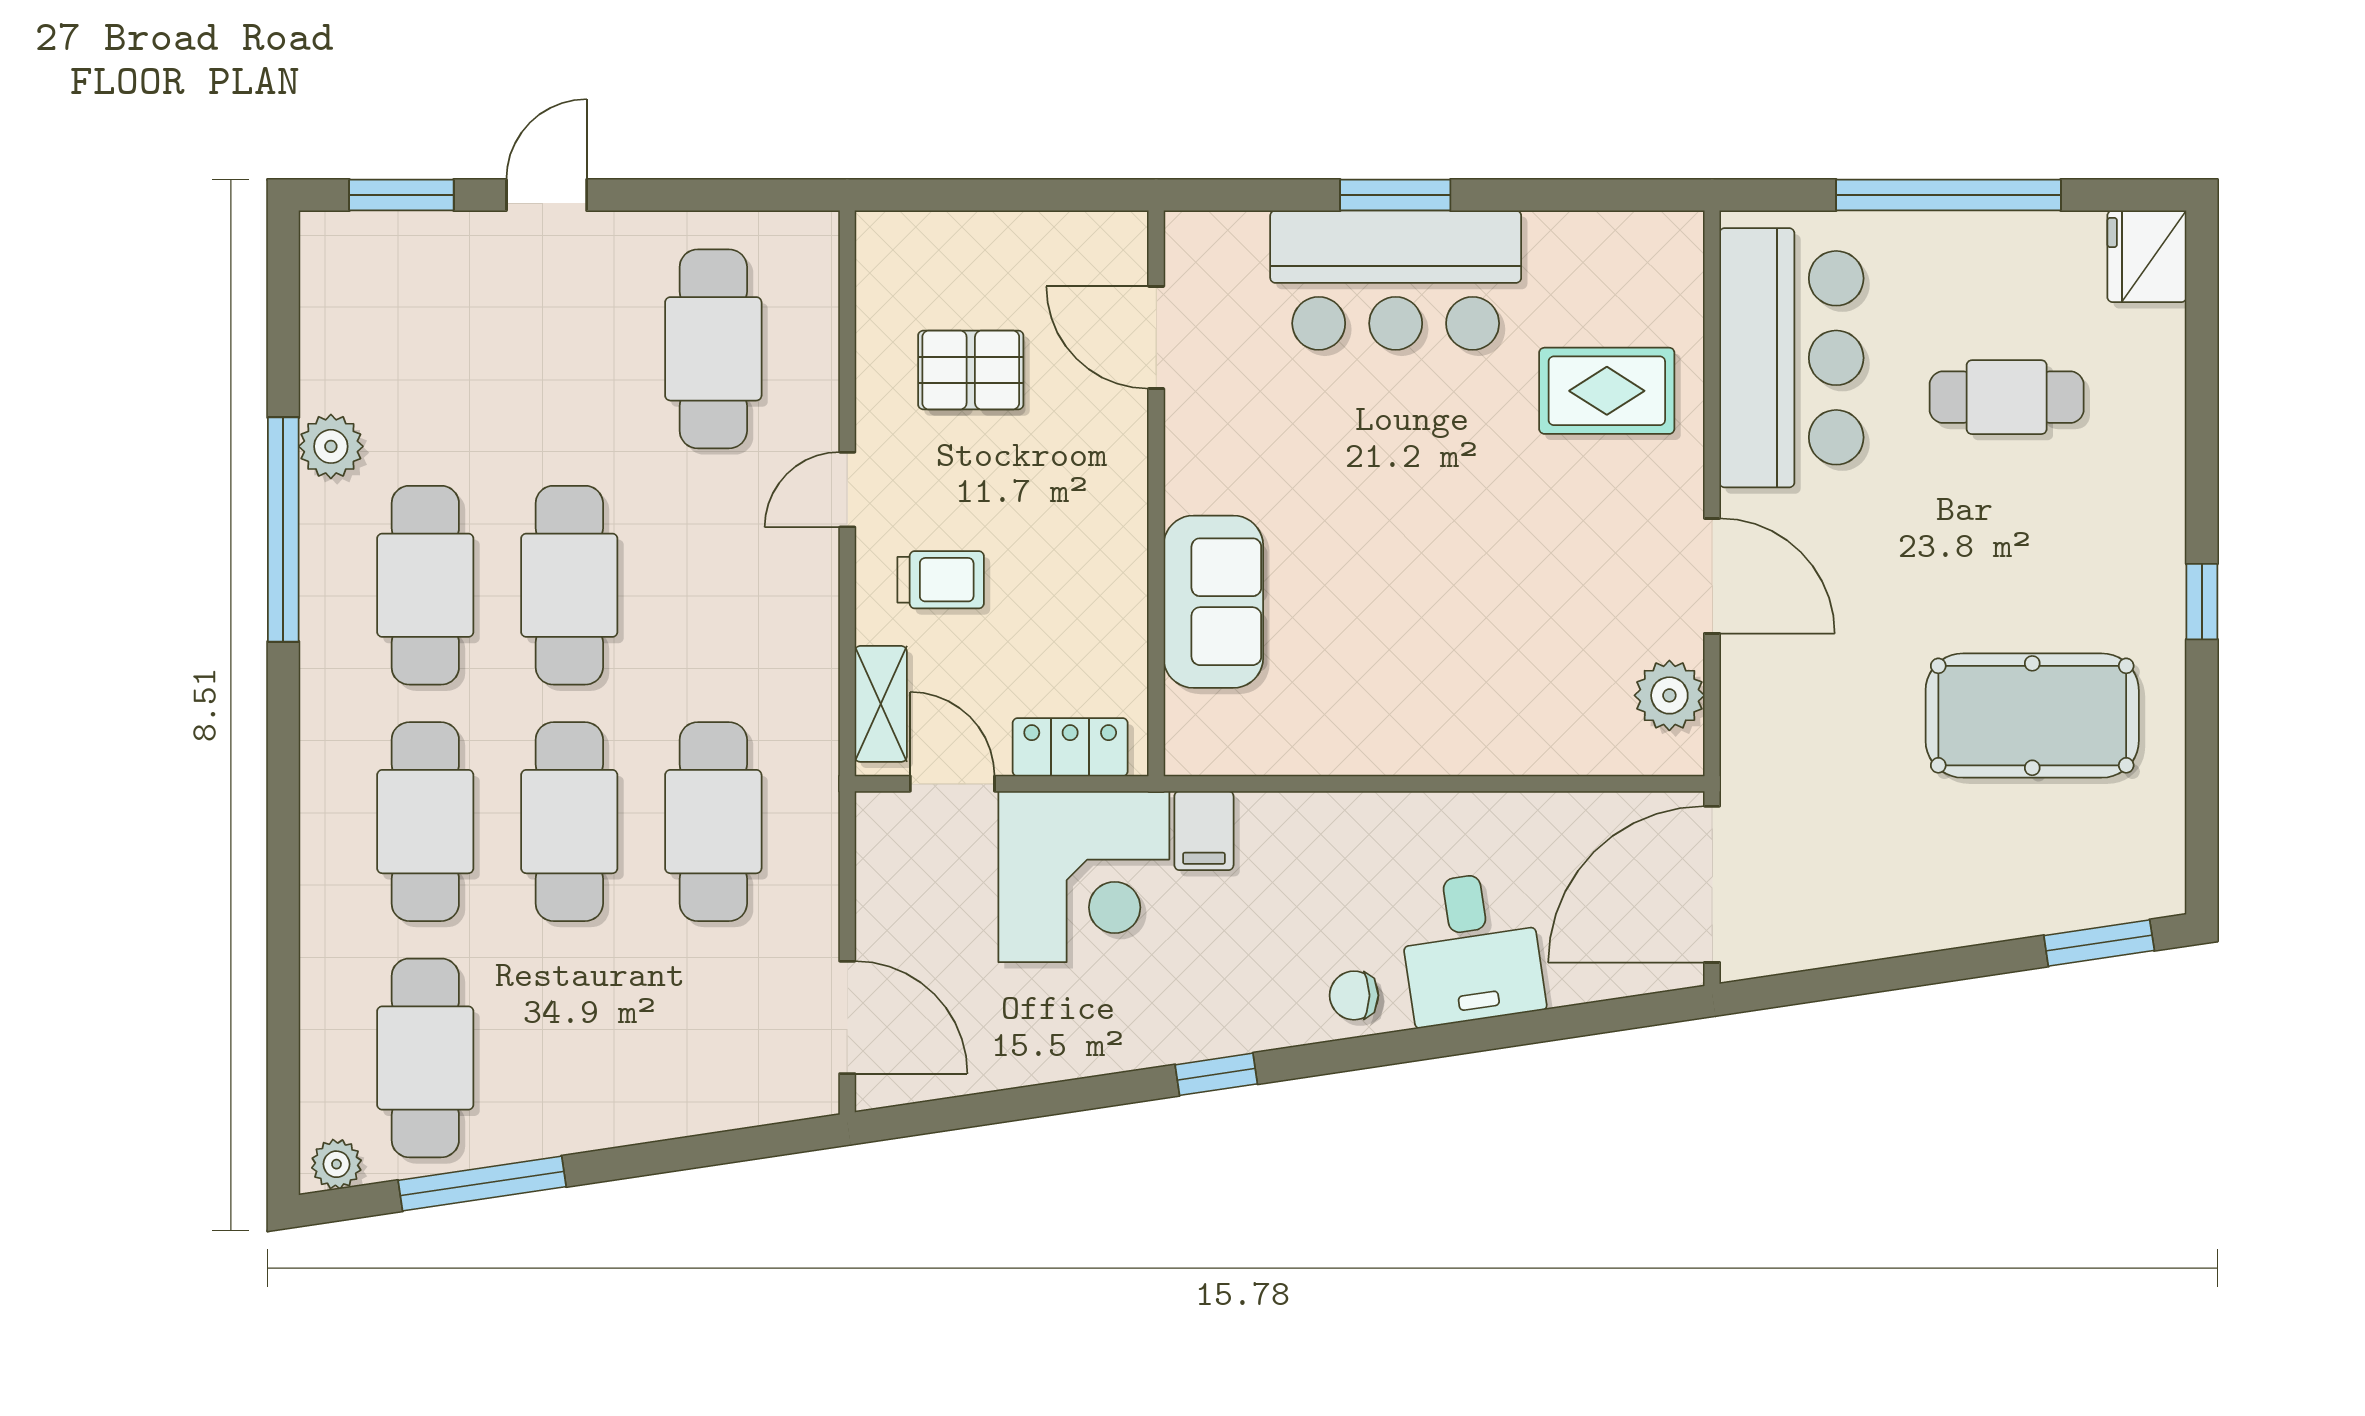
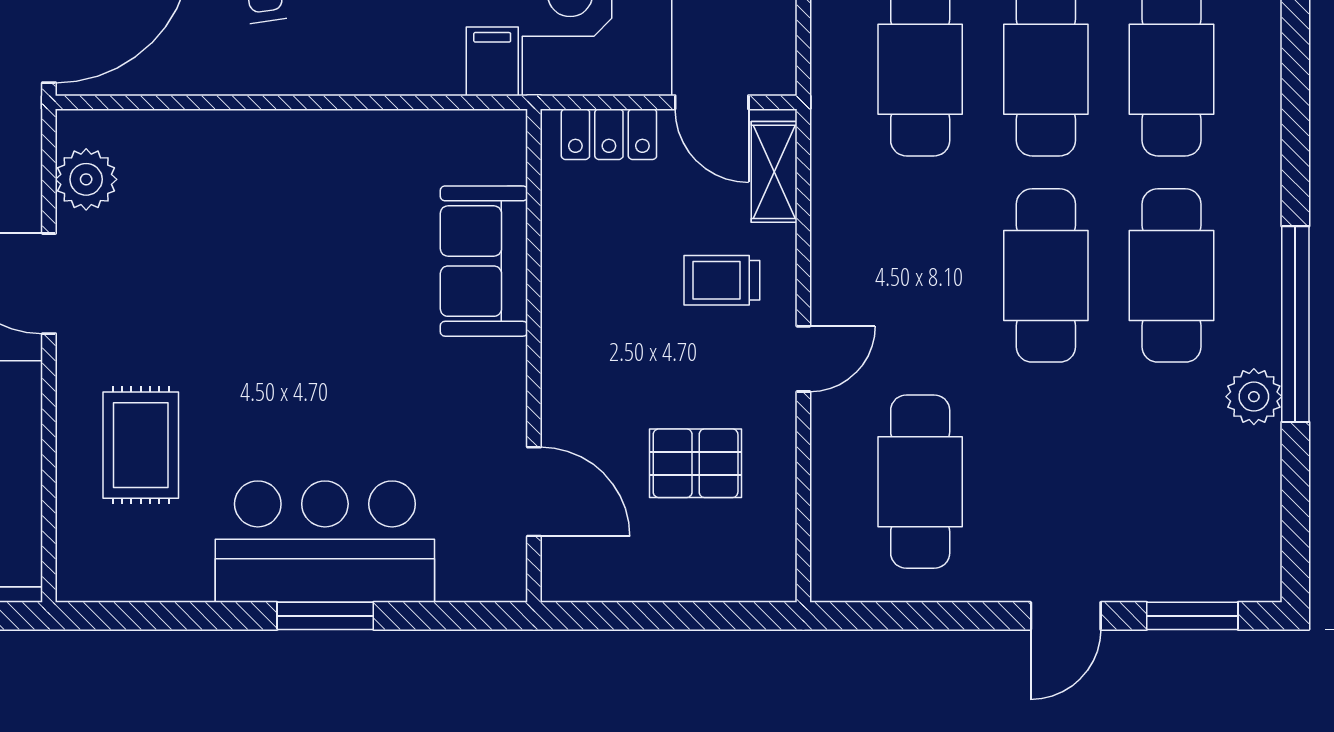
rug: (1607, 391) -> (141, 445), turned 90

